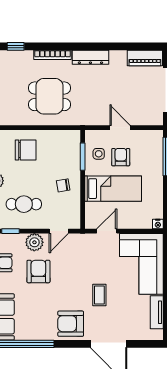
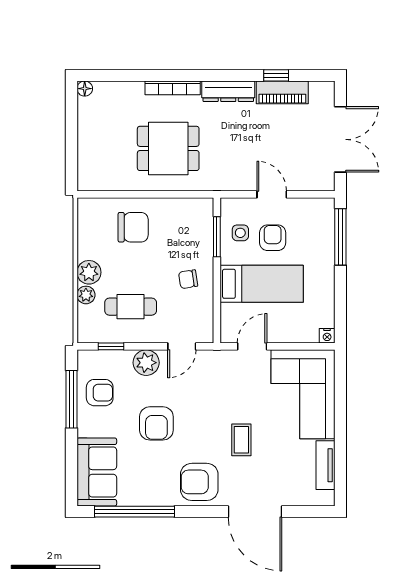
window: (16, 46) -> (276, 75), moved
piano: (145, 58) -> (282, 92), moved
armchair: (38, 271) -> (156, 423), moved, turned 180

